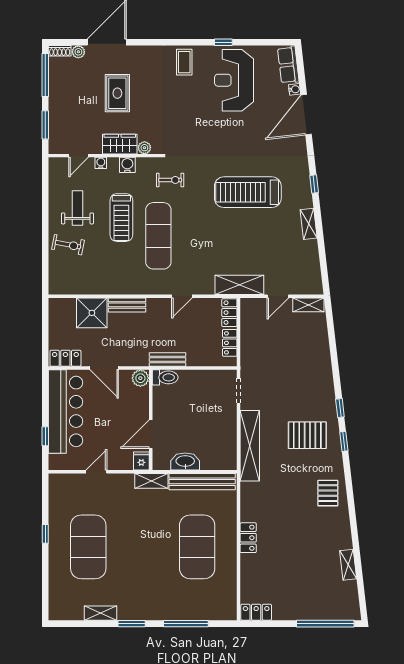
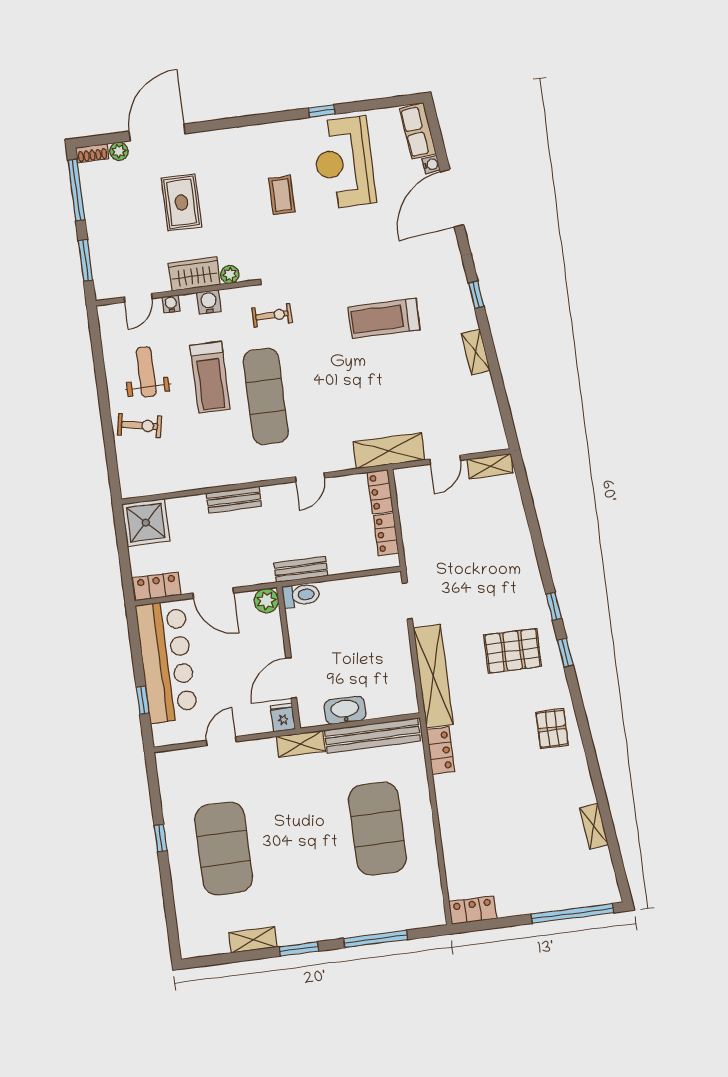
coffee table: (184, 62) -> (282, 195), moved
treadmill: (248, 192) -> (384, 318), width x0.73, depth x0.73
shower: (92, 313) -> (146, 523), moved
locker: (248, 538) -> (441, 751), moved

